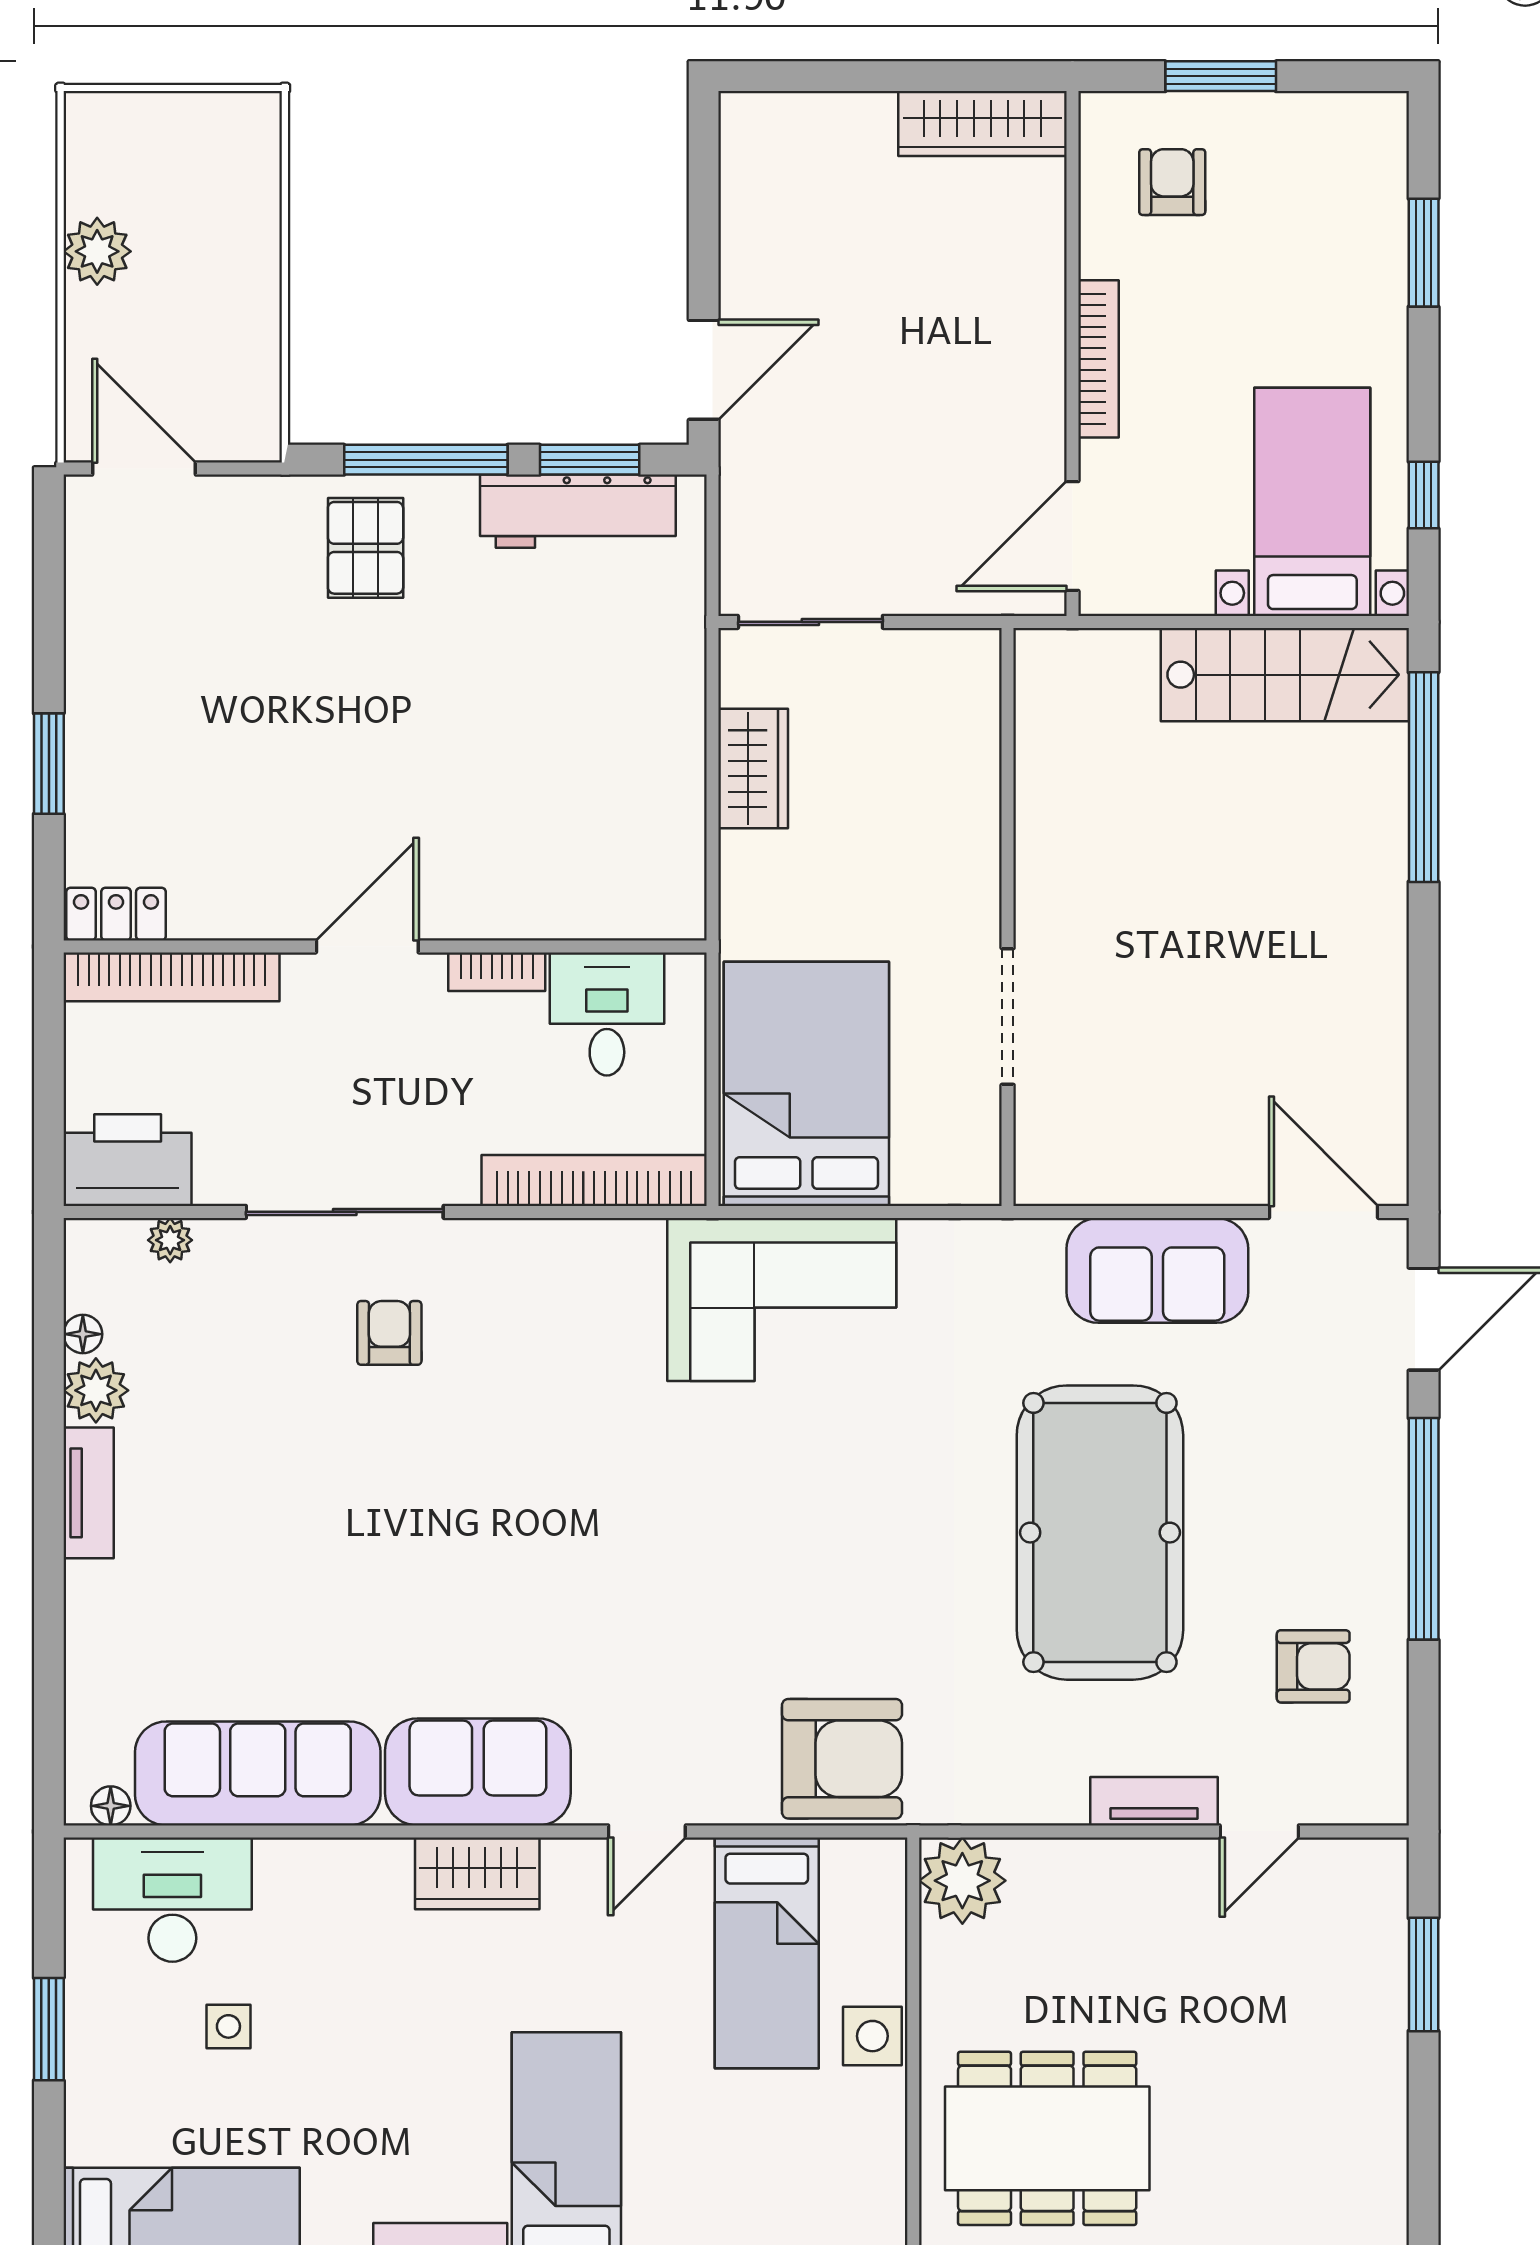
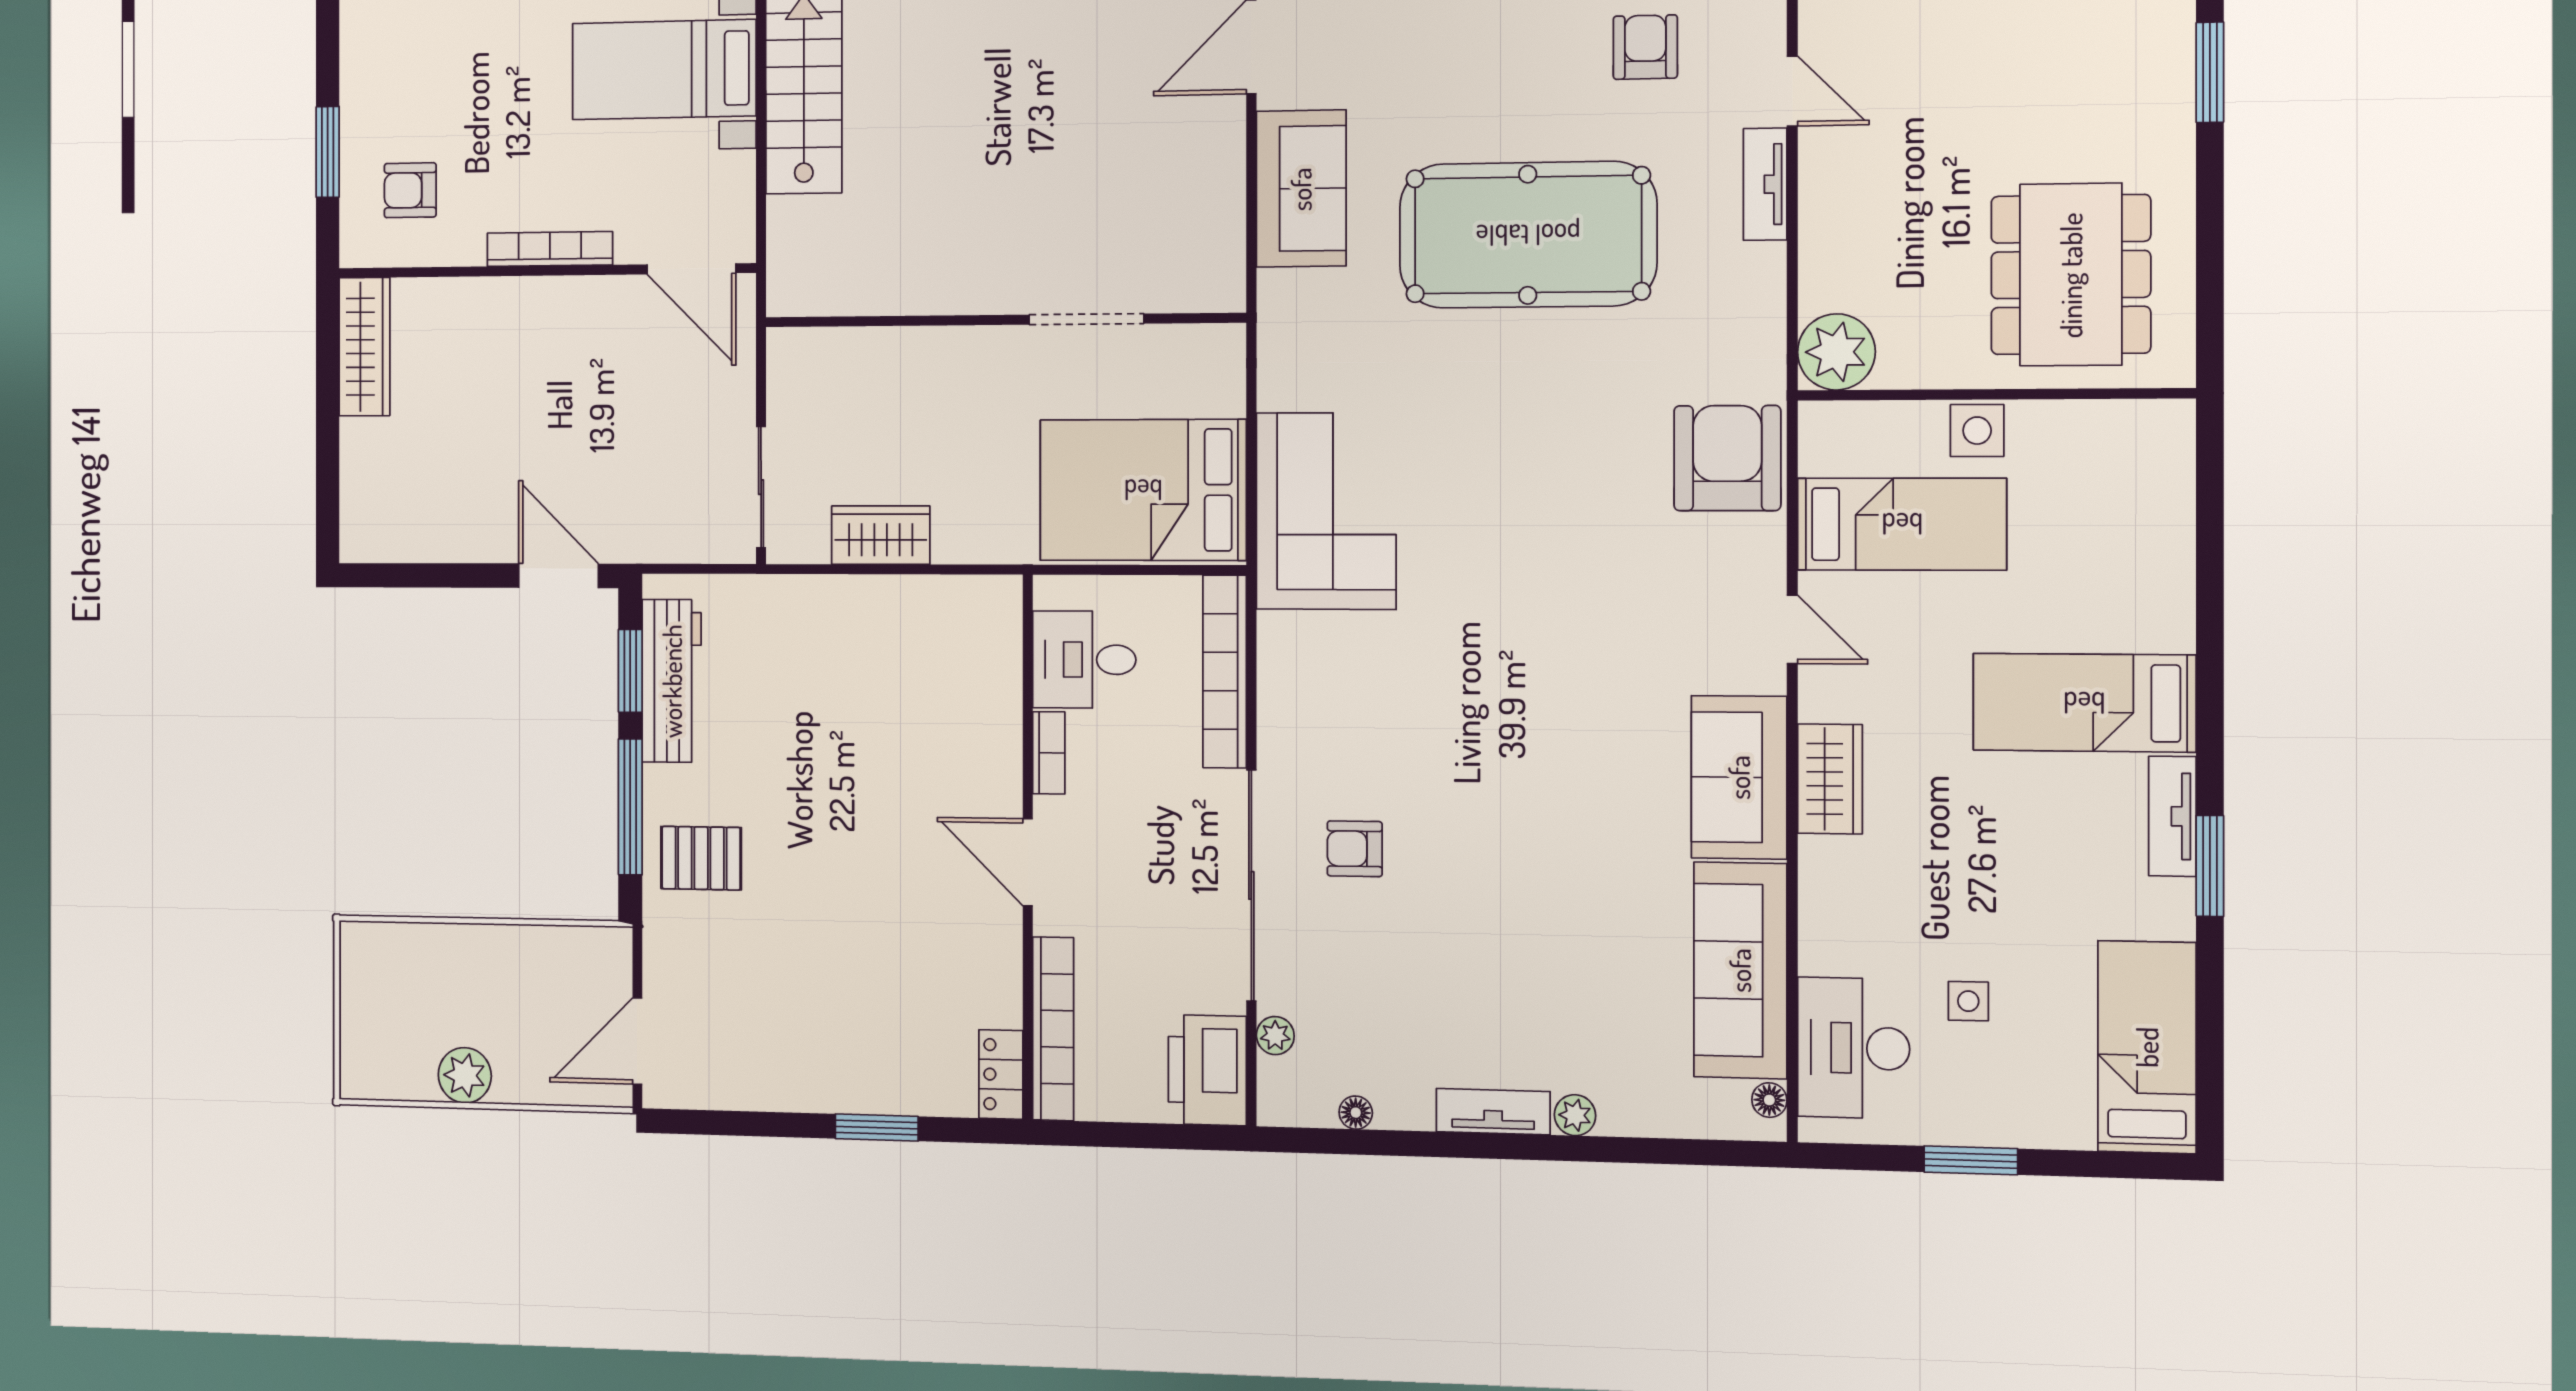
sliding door: (345, 1212) -> (1251, 885), width x1.36
plant: (96, 1390) -> (1575, 1115), moved, width x0.73, depth x0.73

